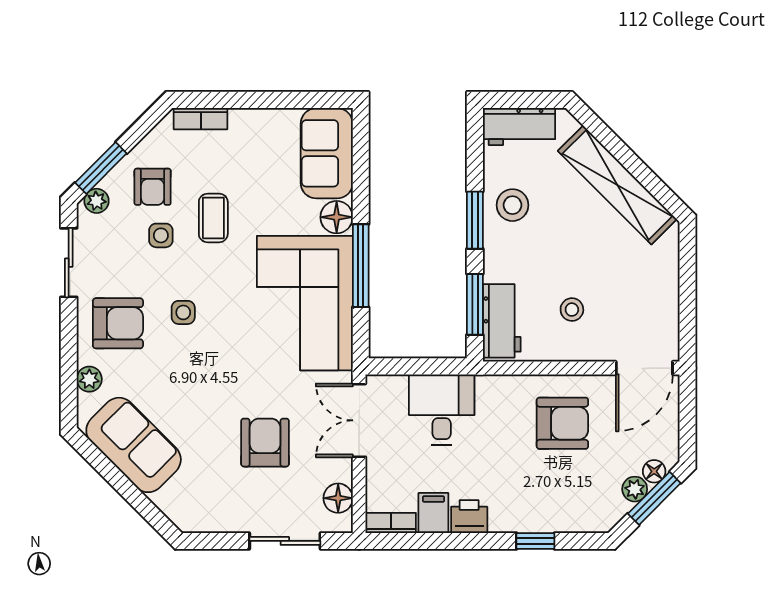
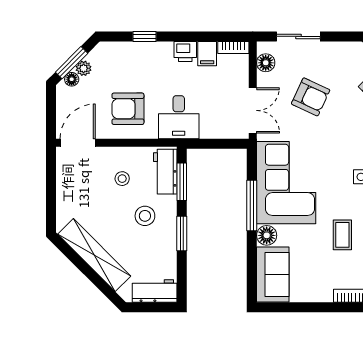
stool: (512, 205) -> (145, 216), moved
desk: (442, 410) -> (179, 117), moved
armchair: (265, 443) -> (311, 97), turned -65

